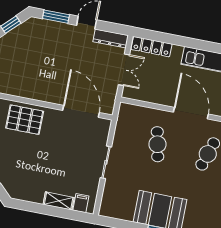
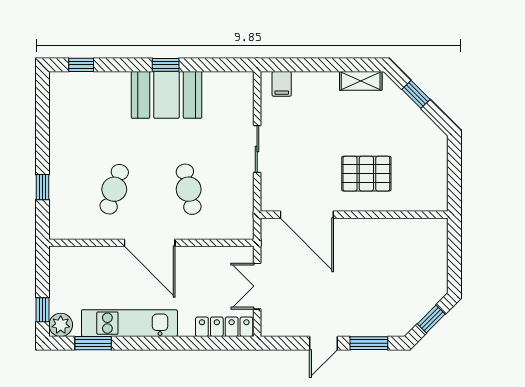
dresser: (111, 39) -> (285, 327), removed
pallet: (25, 120) -> (366, 174), moved
shelving: (59, 201) -> (361, 81), moved

